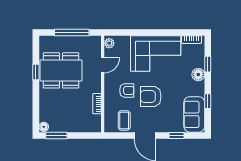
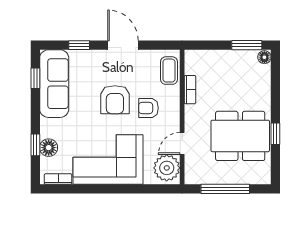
plant: (109, 43) -> (167, 168), width x1.88, depth x1.88
floor lamp: (198, 75) -> (49, 148), moved
armchair: (151, 96) -> (115, 100), turned 90
window: (208, 101) -> (35, 78), moved
sofa: (194, 114) -> (54, 84), width x1.36
coffee table: (124, 120) -> (169, 71), moved

